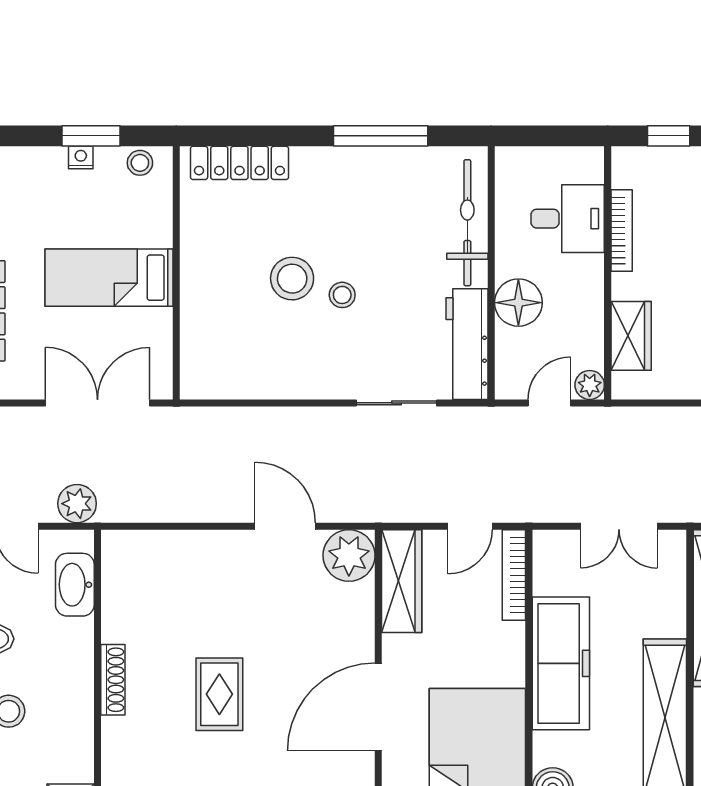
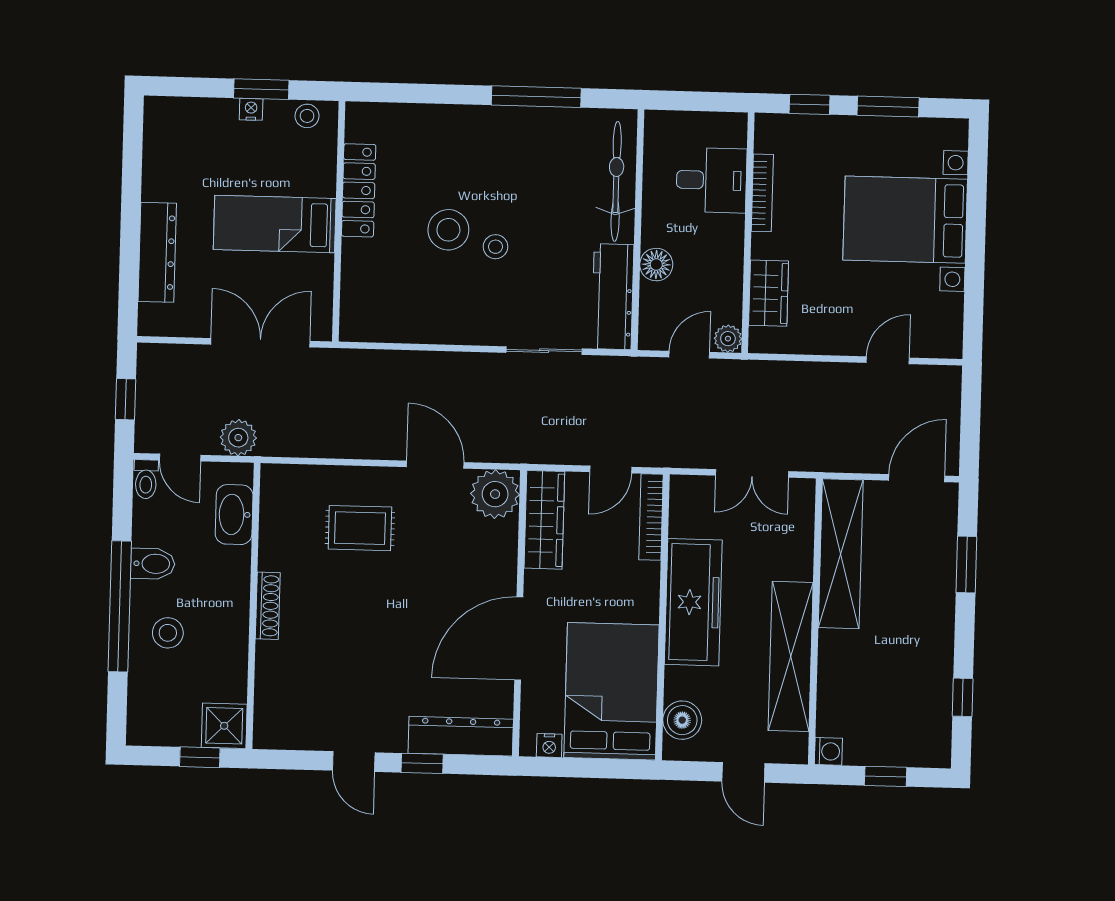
locker: (239, 163) -> (359, 190), moved, turned -90
floor lamp: (518, 303) -> (656, 265), width x0.73, depth x0.73
rug: (219, 694) -> (360, 528), moved, turned 90

